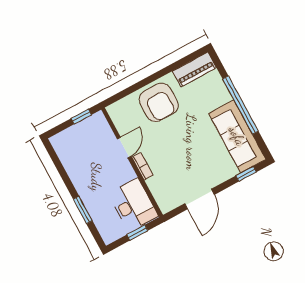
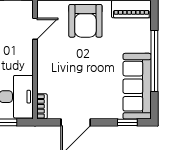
door: (124, 148) -> (35, 29), moved
bookcase: (142, 166) -> (42, 106), moved

